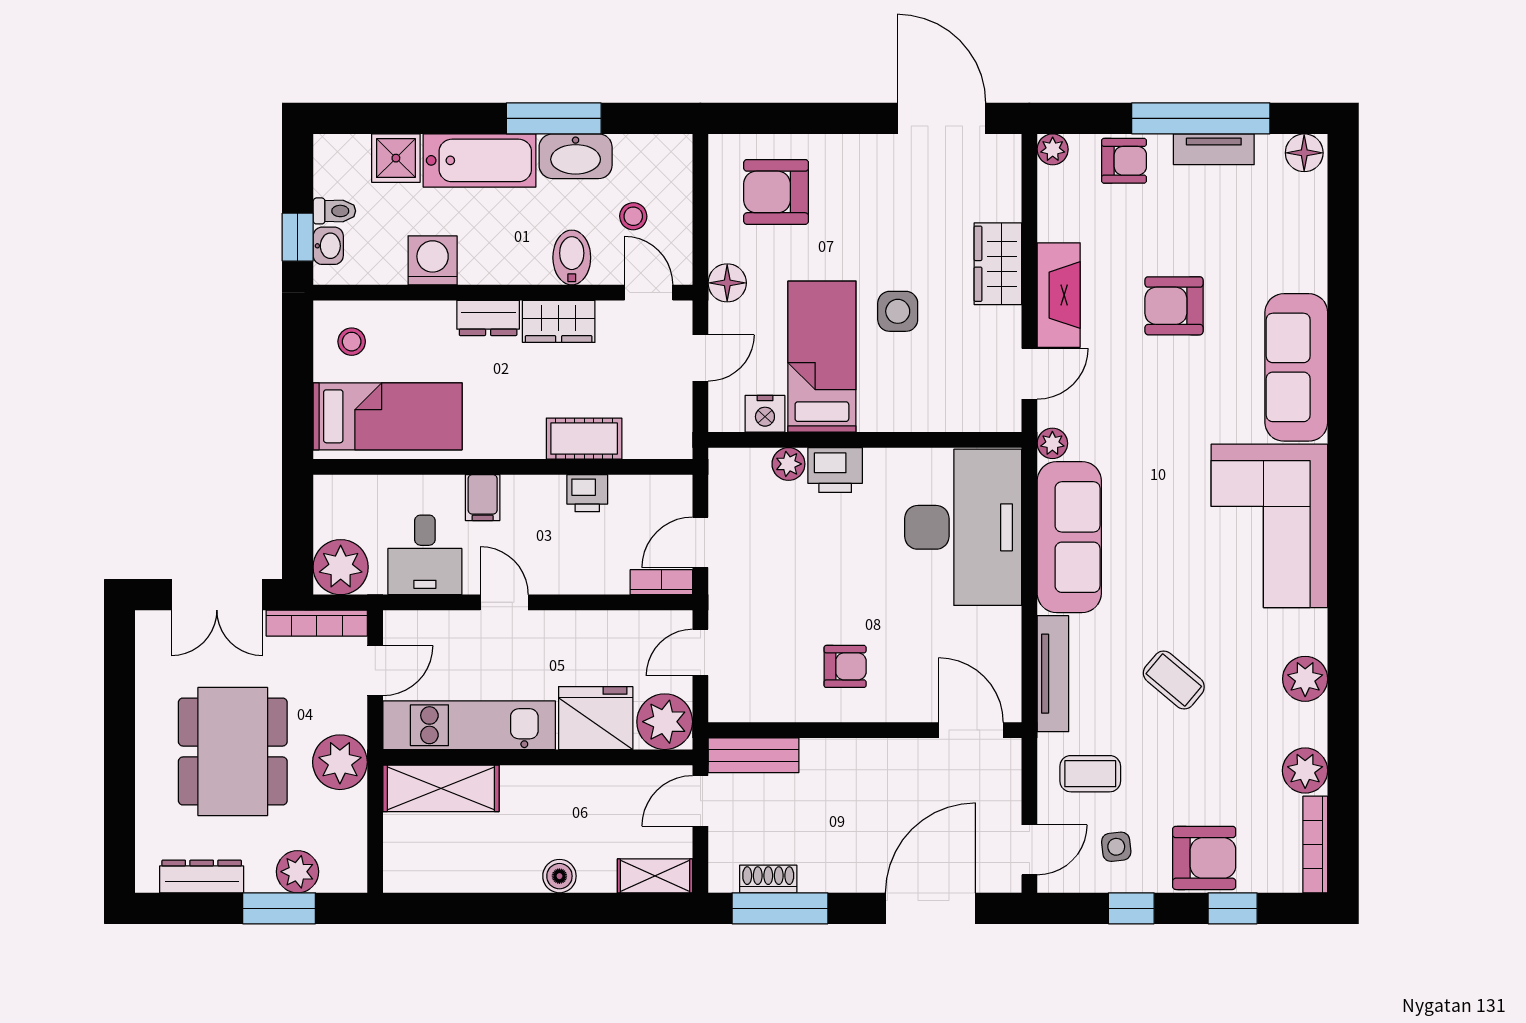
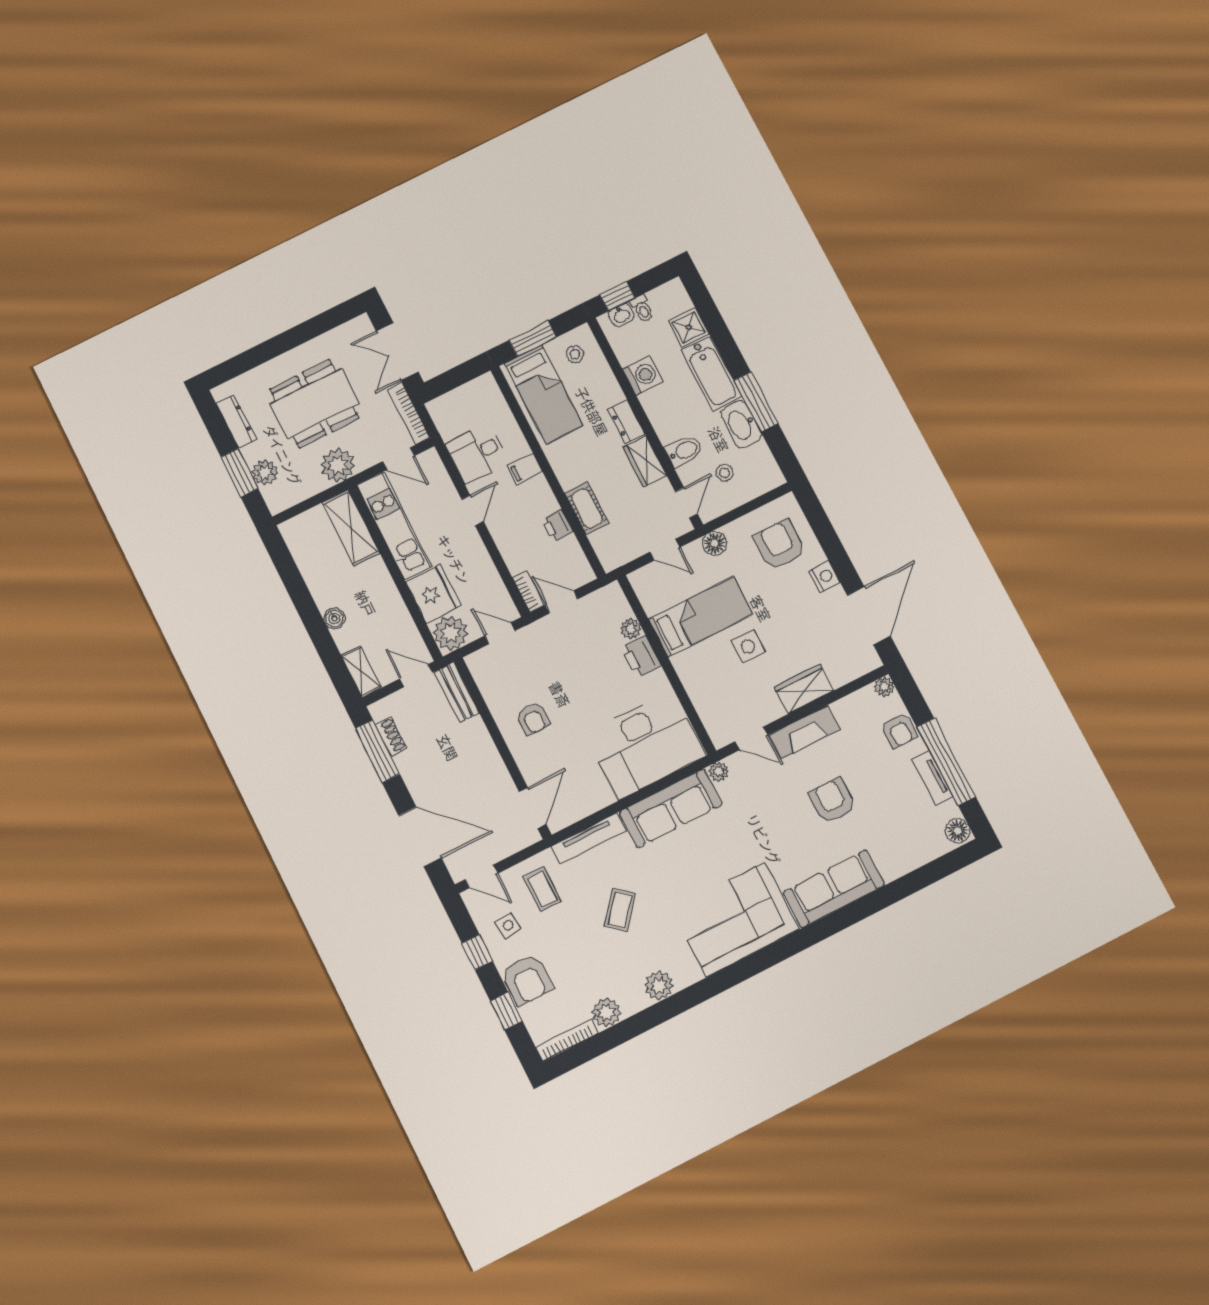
window: (298, 391) -> (533, 339), added
nightstand: (765, 414) -> (824, 577), moved, turned 180
plant: (341, 567) -> (447, 411), removed

